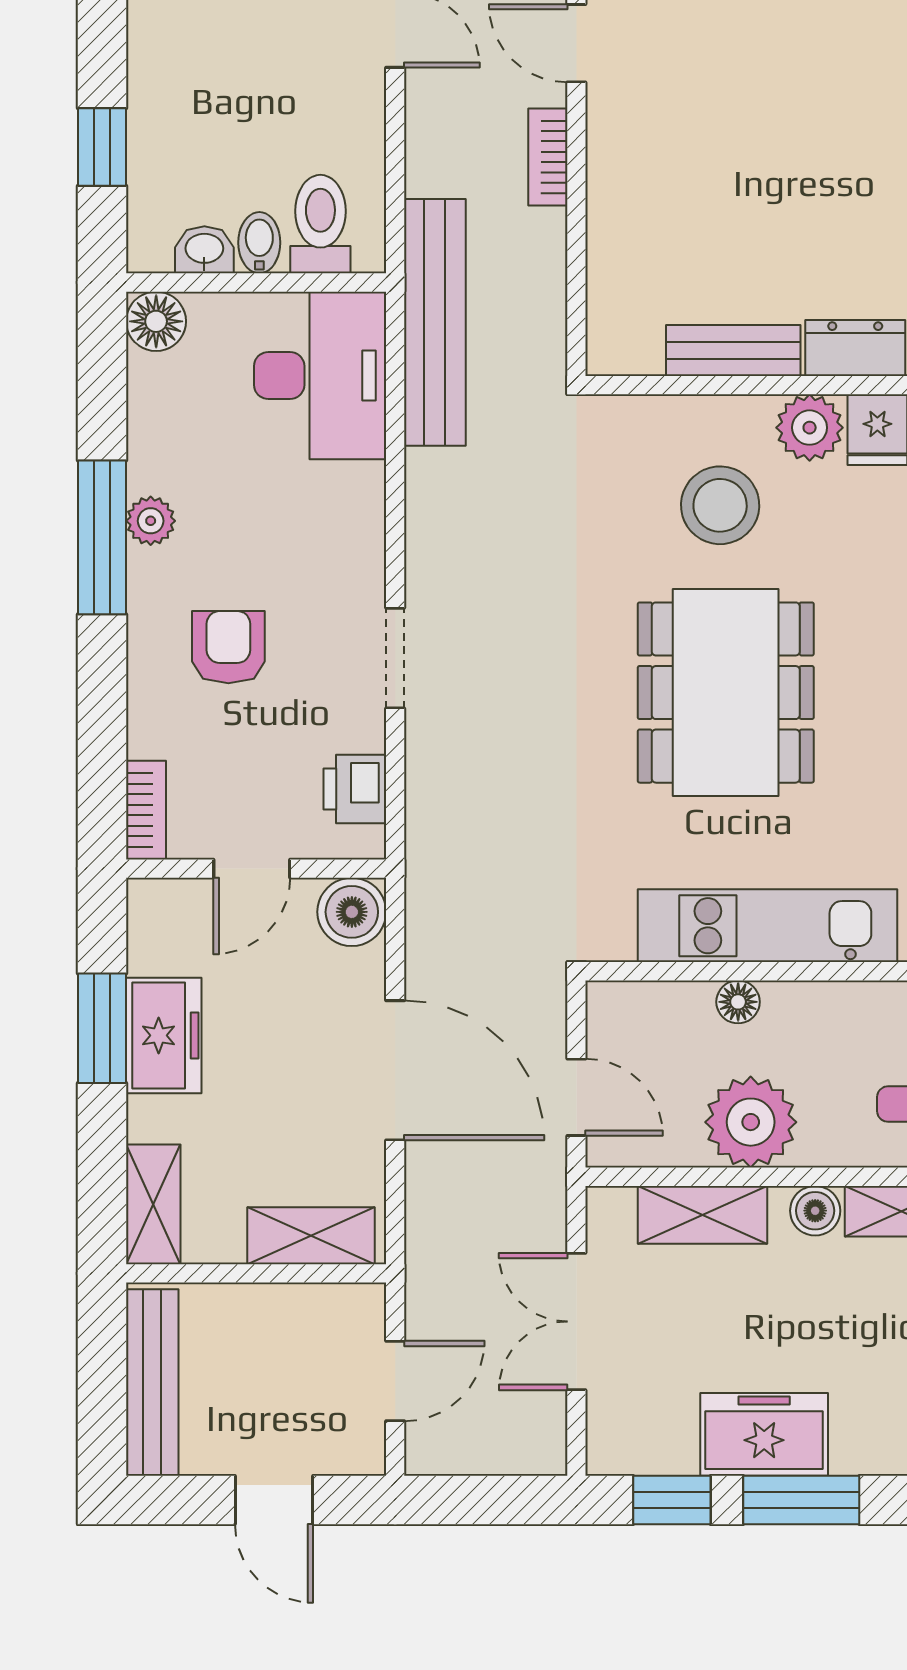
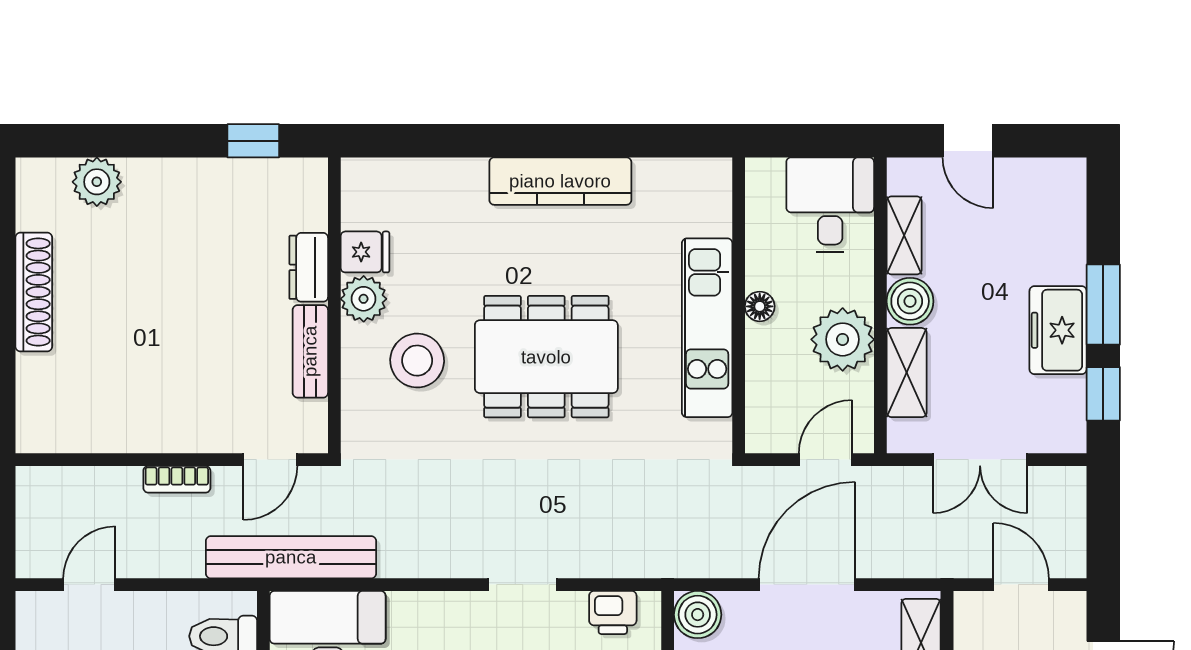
door: (576, 43) -> (270, 460), moved
floor lamp: (738, 1002) -> (760, 306), moved
boiler: (815, 1211) -> (910, 301), width x1.36, depth x1.36

